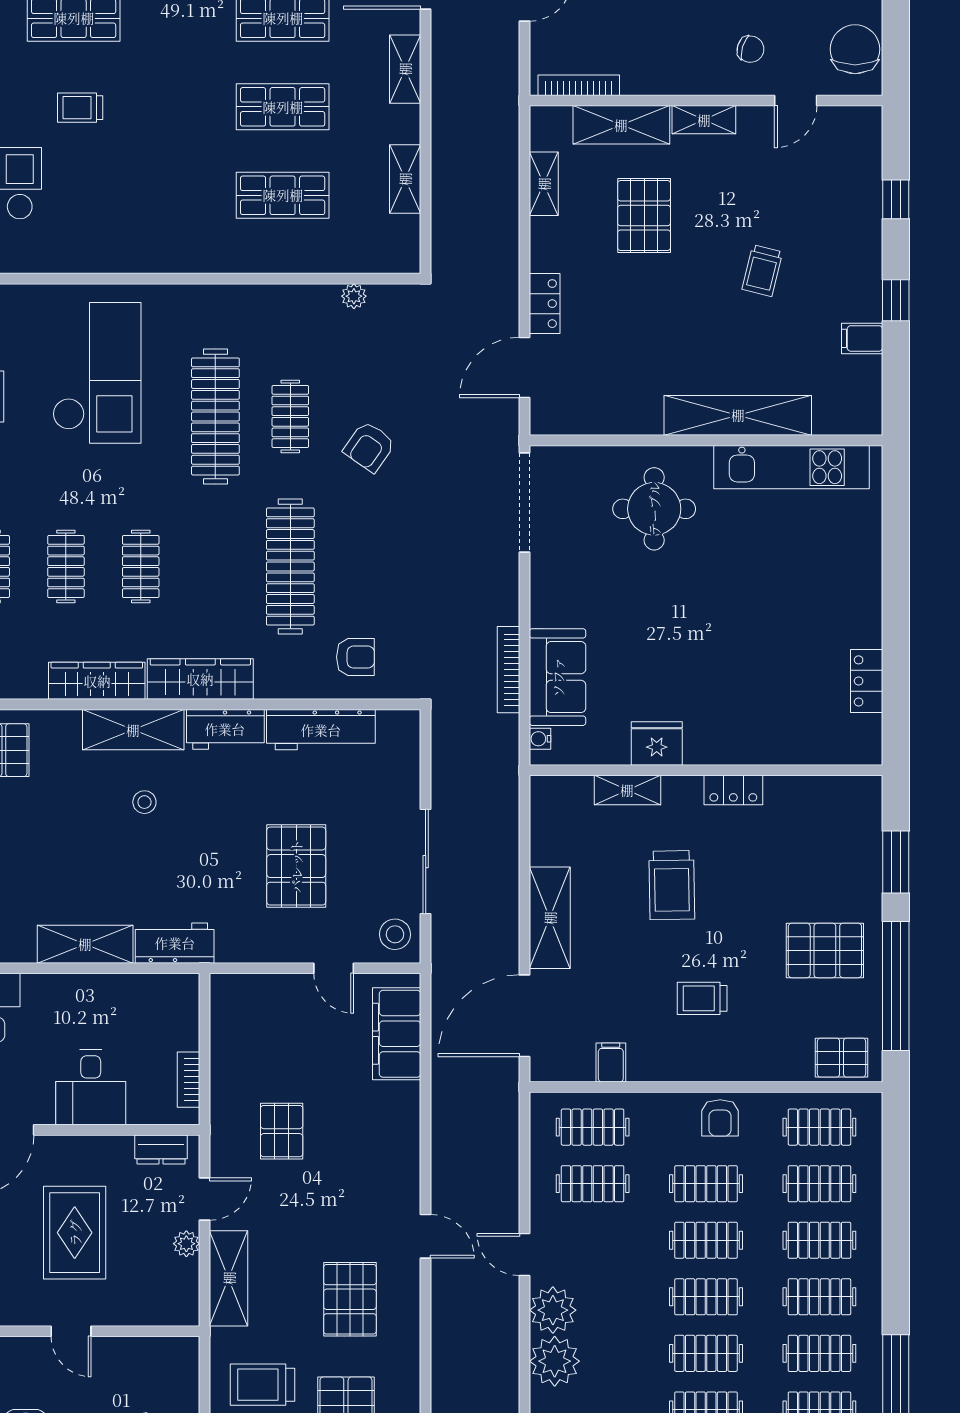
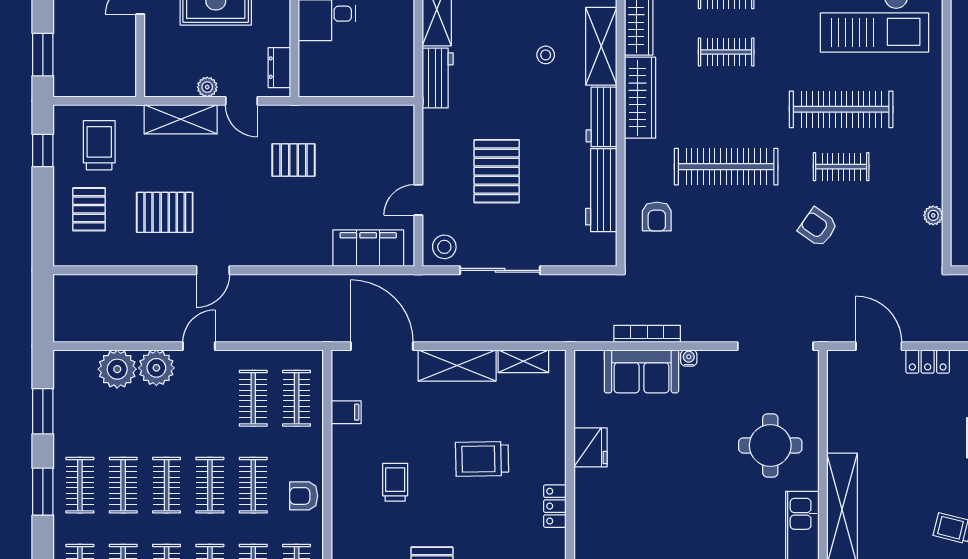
water cooler: (540, 739) -> (689, 358), moved
shelving: (627, 790) -> (523, 361), moved, turned 90
pallet: (296, 866) -> (497, 171), turned 90
bookcase: (188, 1080) -> (333, 89), removed

